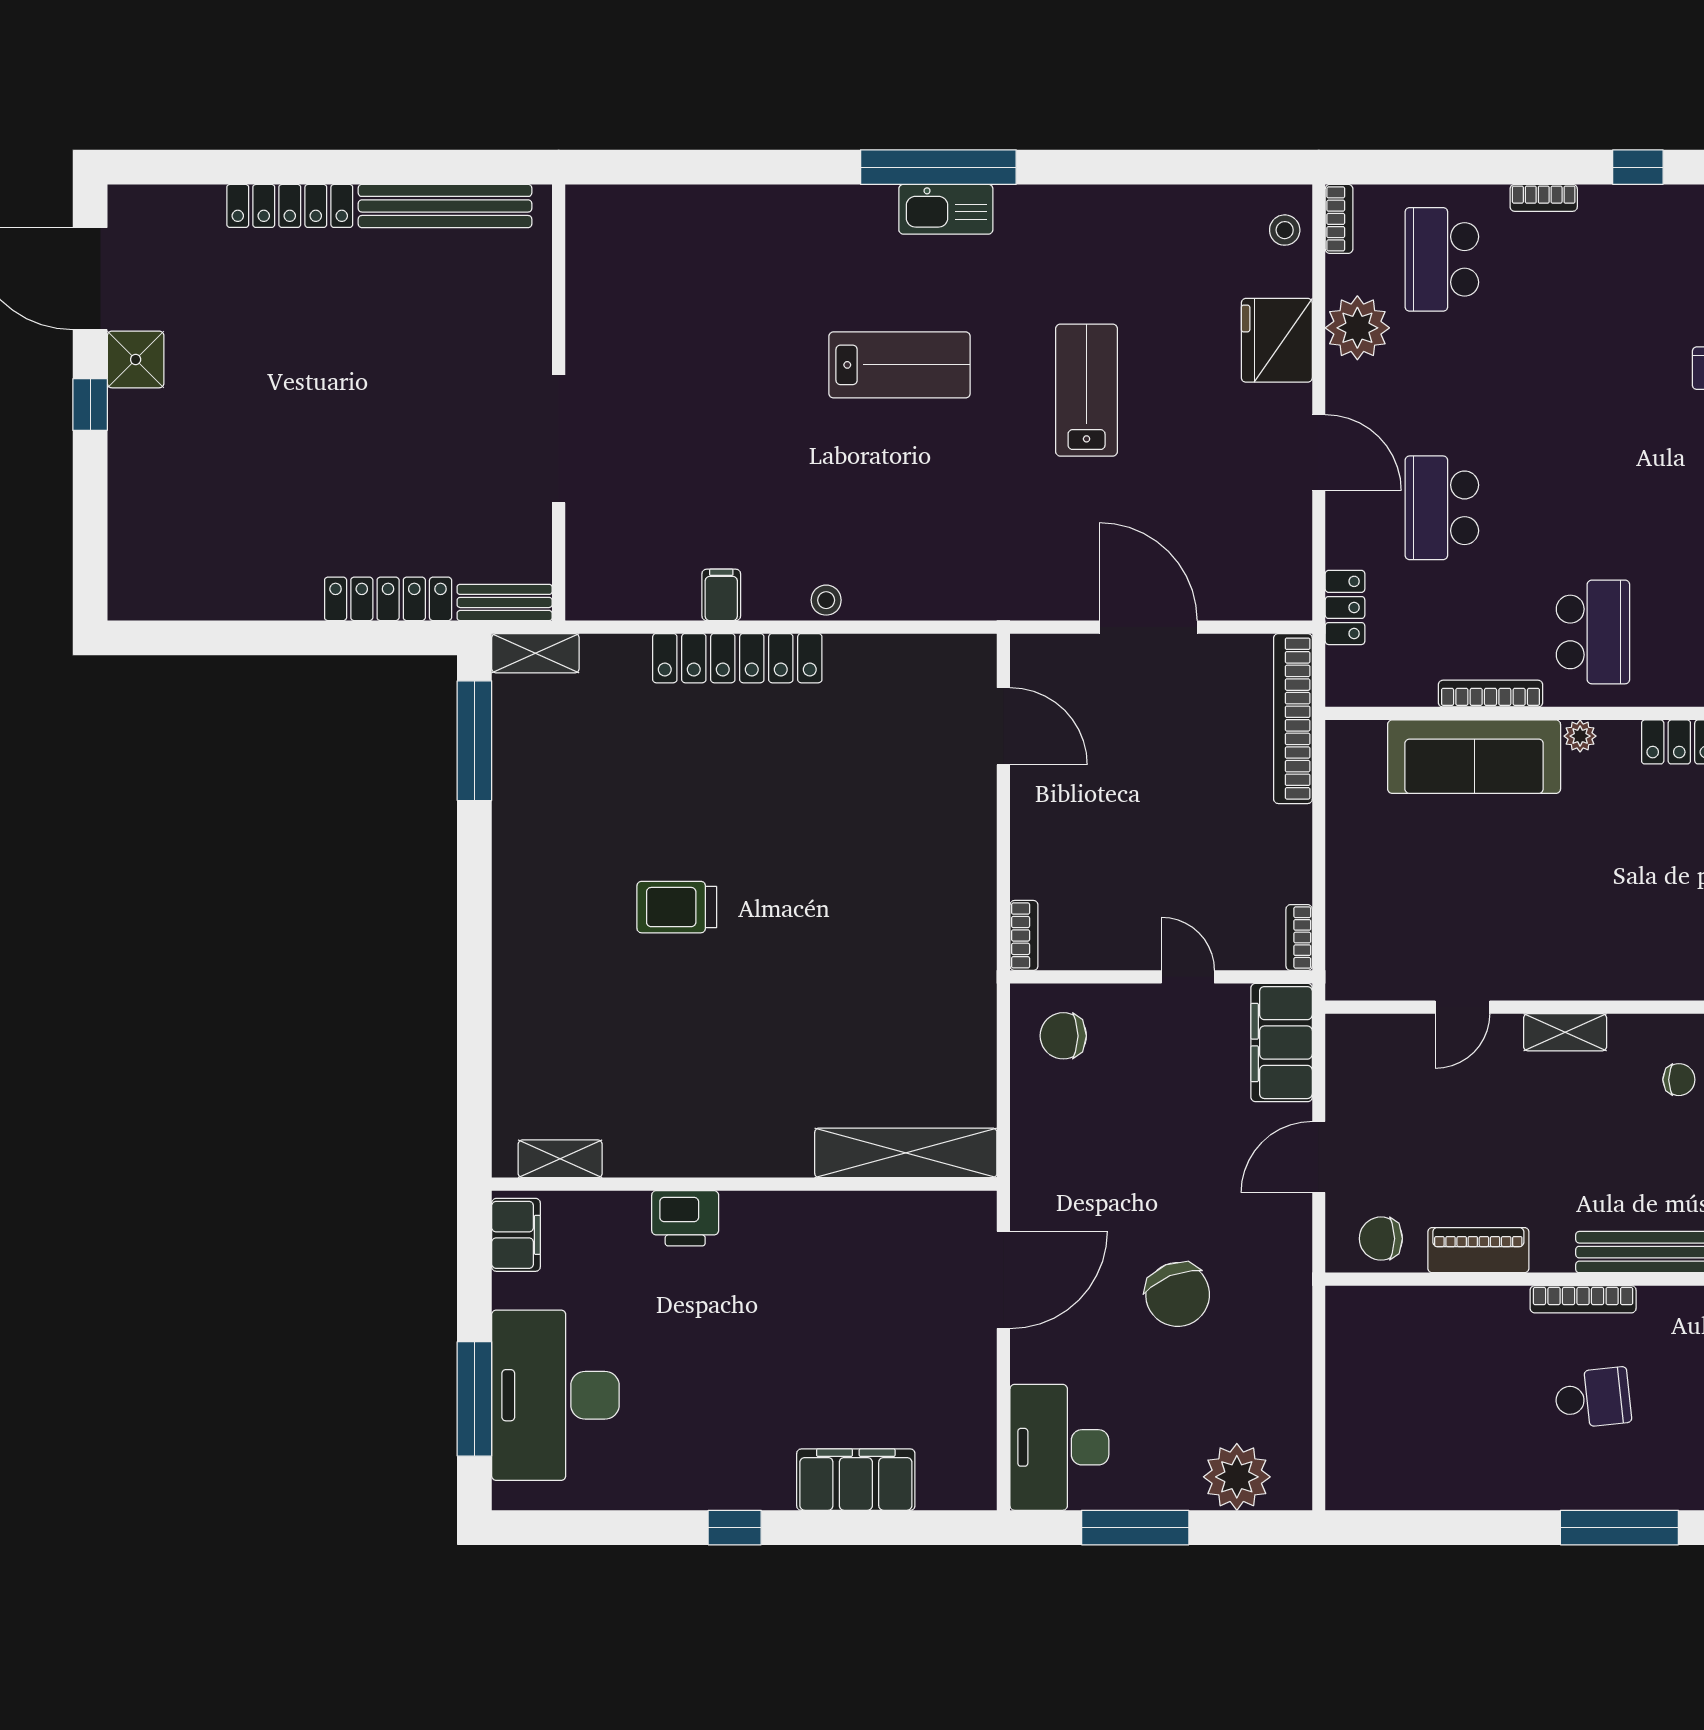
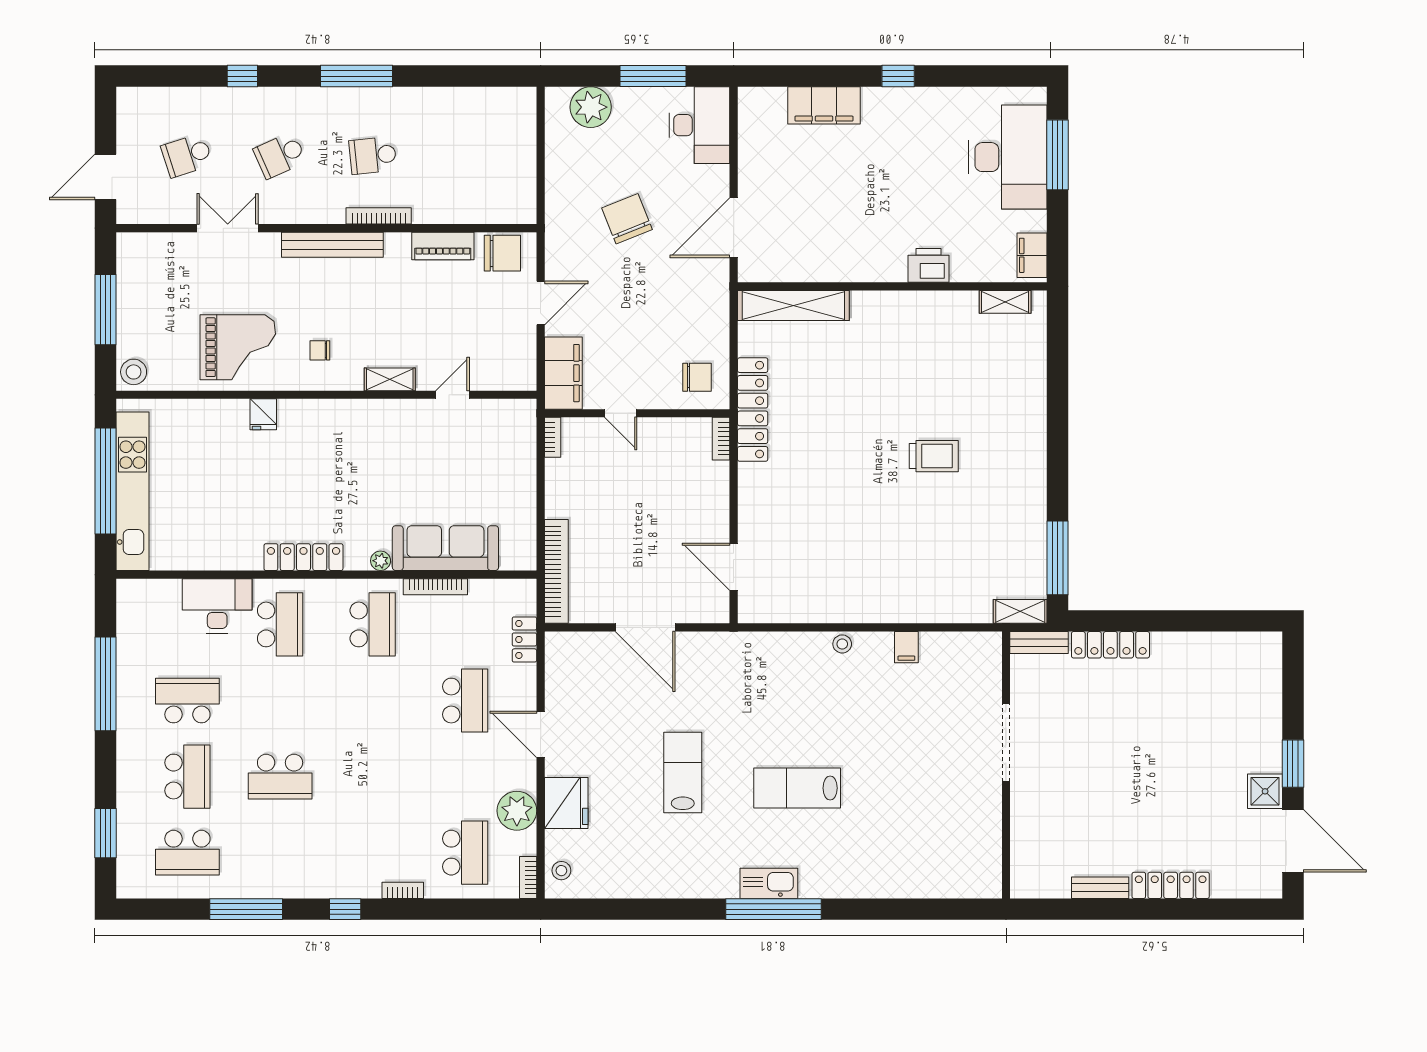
bench: (445, 206) -> (1100, 888), width x0.54, depth x0.82
lab bench: (1087, 390) -> (683, 773), turned 180
window: (90, 405) -> (1293, 764), width x1.50
school desk: (1593, 632) -> (373, 624), turned 180
locker: (737, 658) -> (753, 410), moved, turned 90
chair: (1381, 1239) -> (502, 253), width x1.37, depth x1.37

